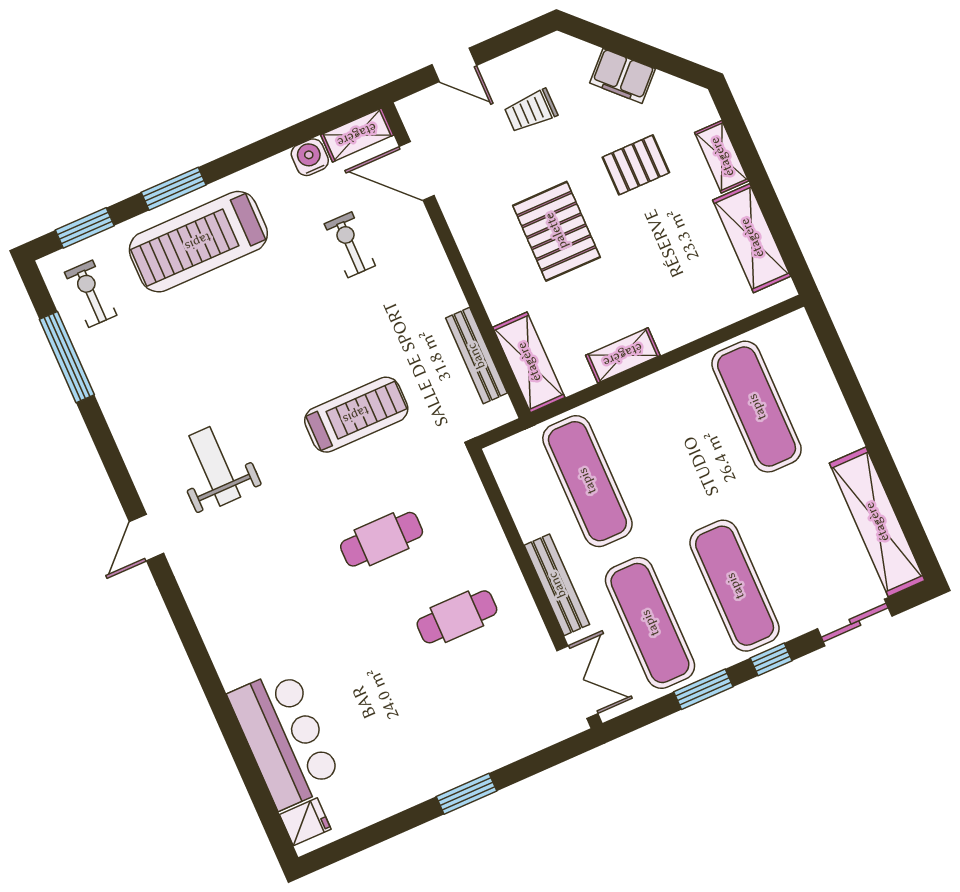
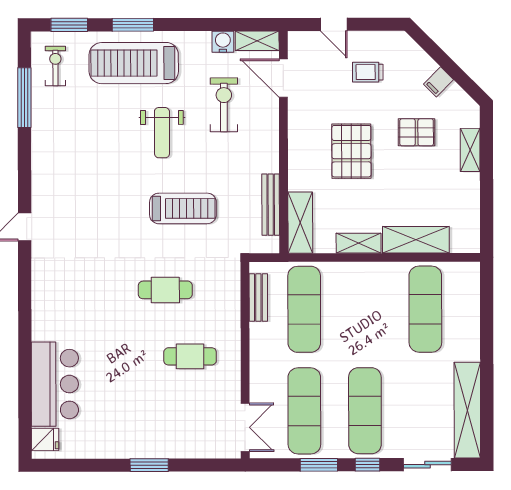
filing cabinet: (623, 76) -> (439, 82), width x0.50
shelving: (752, 238) -> (416, 240), moved, turned 90
exercise bike: (350, 245) -> (224, 105), width x1.38, depth x1.39
weight bench: (215, 466) -> (162, 133), moved, turned 180
bench: (557, 585) -> (258, 298), moved, width x0.73

